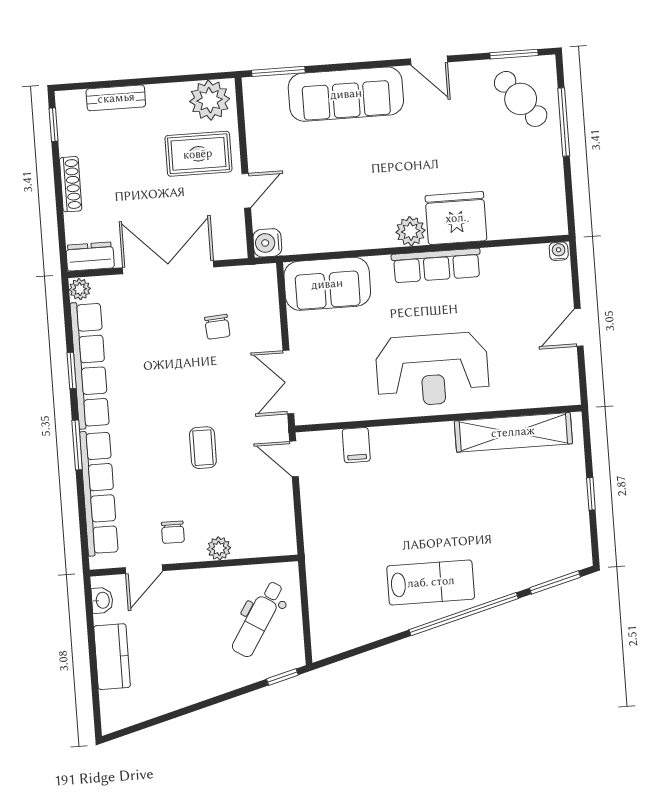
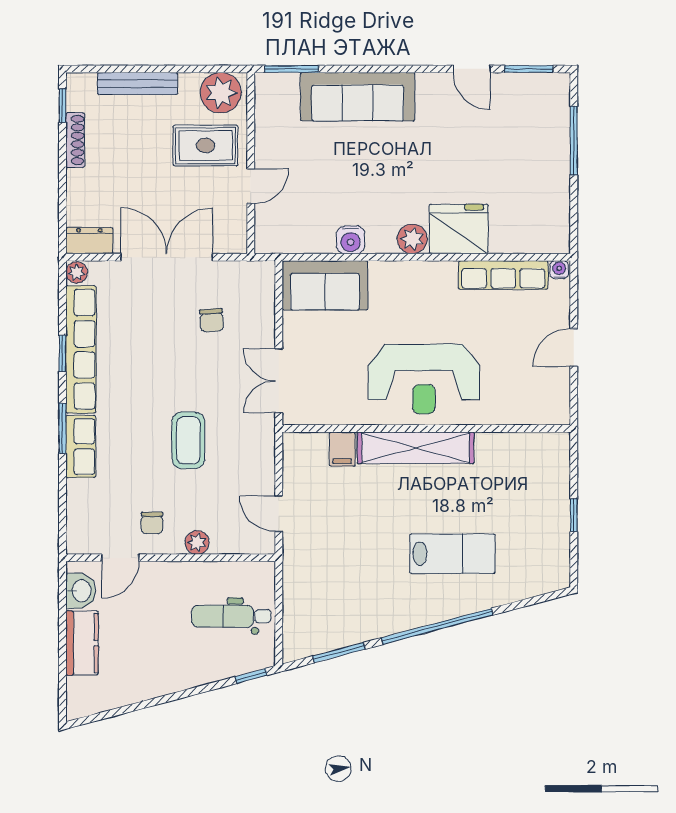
door: (429, 60) -> (472, 69), moved
bench: (116, 98) -> (137, 84), width x1.36
cafe table: (521, 99) -> (532, 114), removed
shoe rack: (71, 184) -> (75, 140), moved
water cooler: (267, 243) -> (351, 240), moved, turned -90
row of seats: (436, 265) -> (503, 275), moved
shelving: (513, 432) -> (416, 448), moved
coffee table: (203, 448) -> (188, 440), width x1.36, depth x1.30
door: (294, 459) -> (279, 514), moved
row of seats: (99, 493) -> (81, 446), width x0.50
lab bench: (431, 582) -> (452, 554), moved
window: (555, 582) -> (339, 653), moved
washbasin: (102, 600) -> (81, 591), width x1.38, depth x1.45
dental chair: (258, 619) -> (231, 616), turned 58

